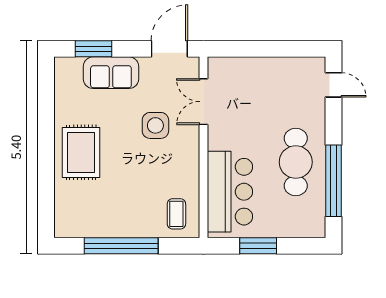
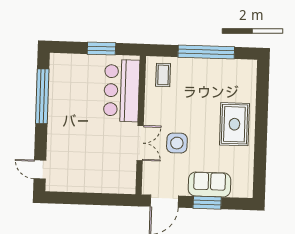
window: (94, 49) -> (207, 203), moved
double door: (203, 102) -> (140, 143), moved
cafe table: (296, 162) -> (71, 112), removed

